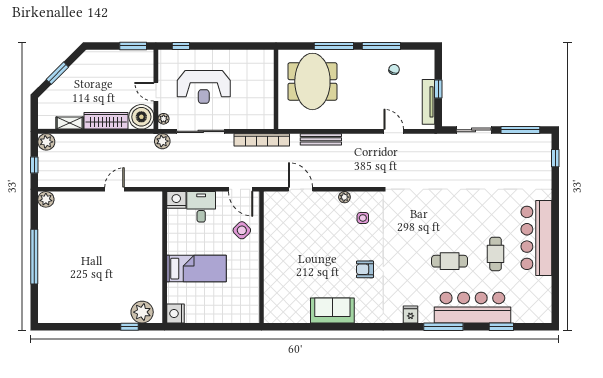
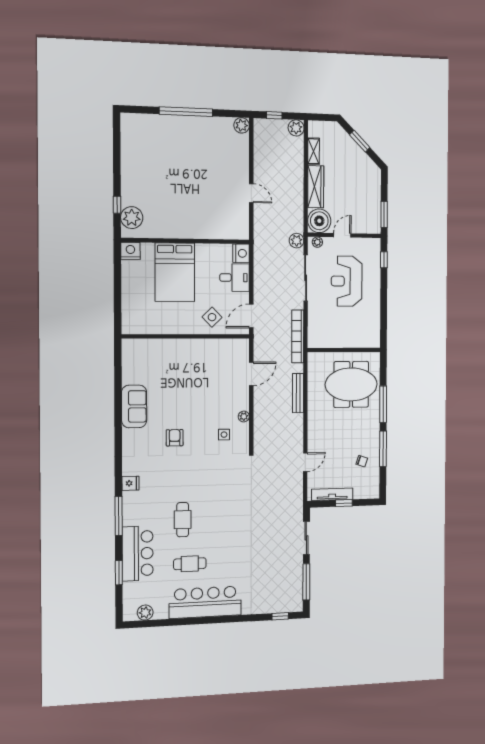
bed: (196, 269) -> (175, 272), width x1.50
plant: (544, 300) -> (145, 613), added
bar counter: (472, 308) -> (138, 553), width x0.73

